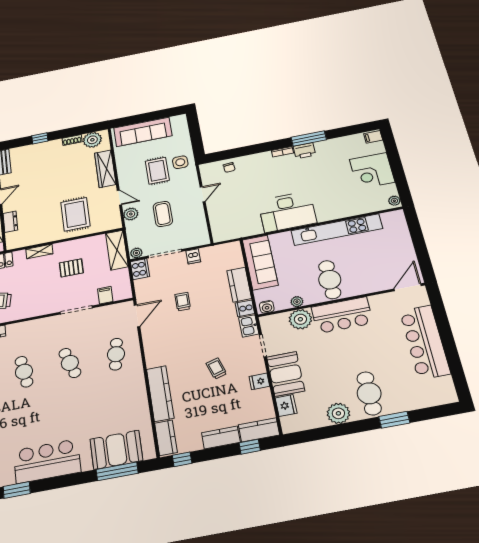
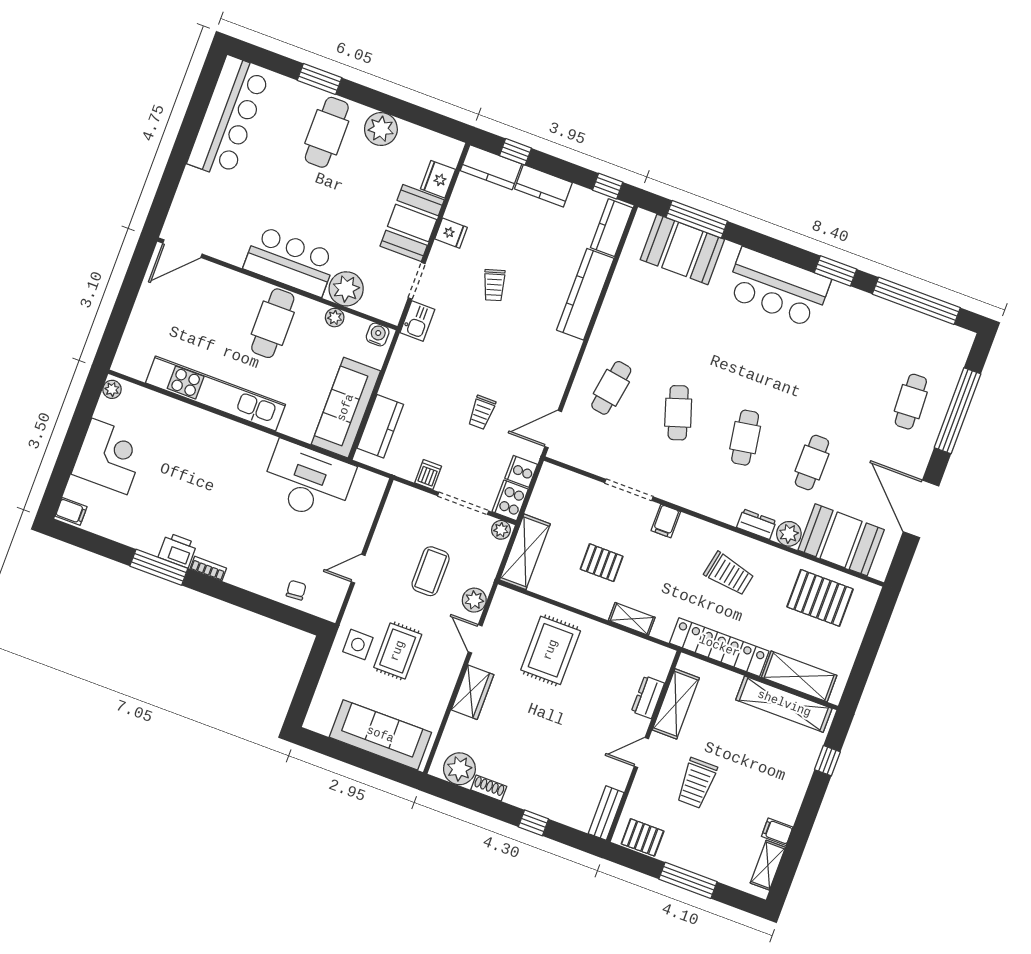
wardrobe: (105, 169) -> (472, 692), width x0.67
desk: (287, 212) -> (308, 481), moved
kitchen counter: (239, 285) -> (380, 426), moved
filing cabinet: (105, 295) -> (666, 521), moved
cooker: (245, 308) -> (521, 471), moved, turned 180
bar counter: (425, 342) -> (229, 117), moved

